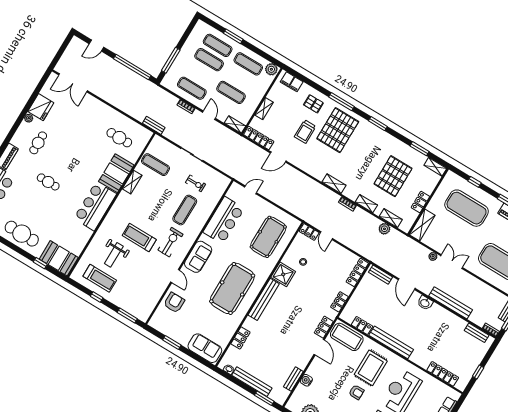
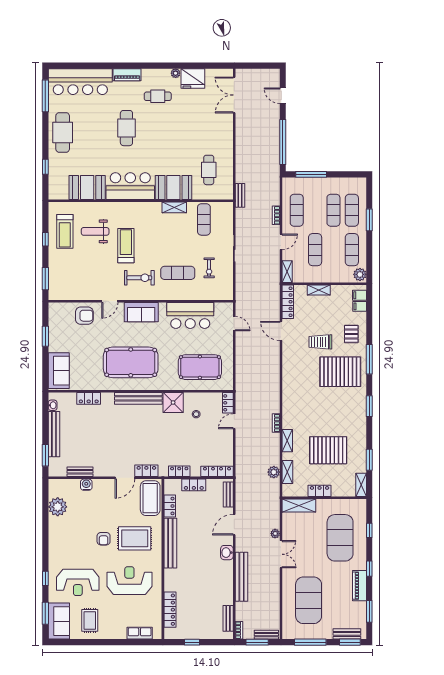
cafe table: (48, 182) -> (126, 128), width x1.37, depth x1.35
shelving: (334, 184) -> (288, 399), removed
booth: (59, 258) -> (87, 187), moved, turned 90
locker: (357, 297) -> (194, 485), added

